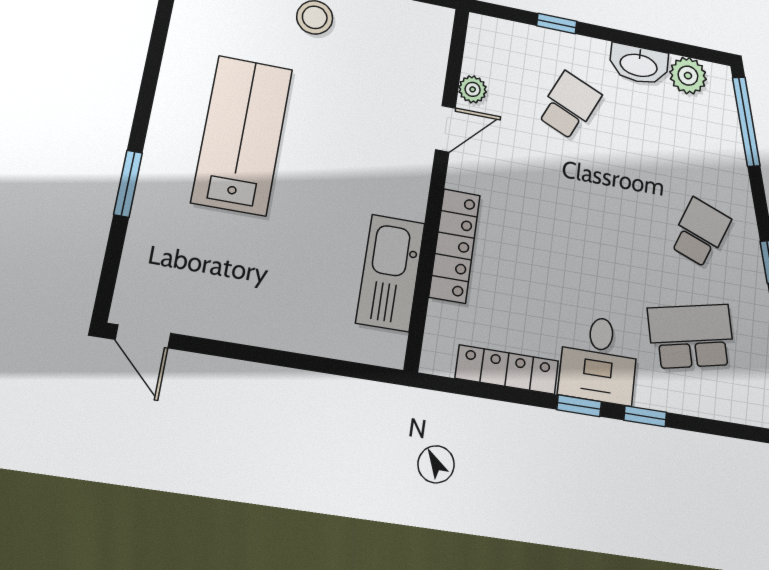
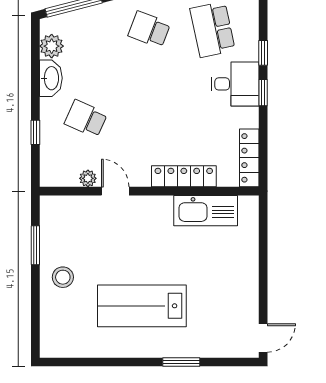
locker: (507, 369) -> (249, 158), moved

